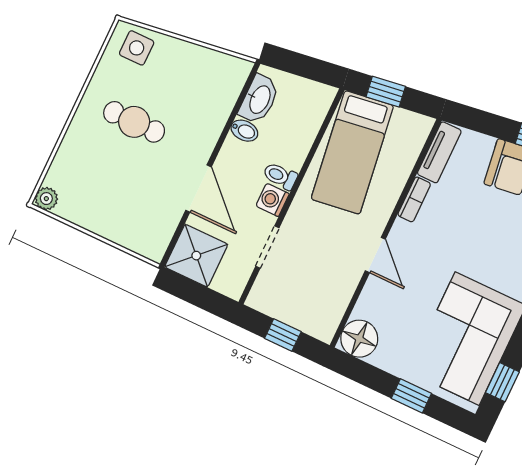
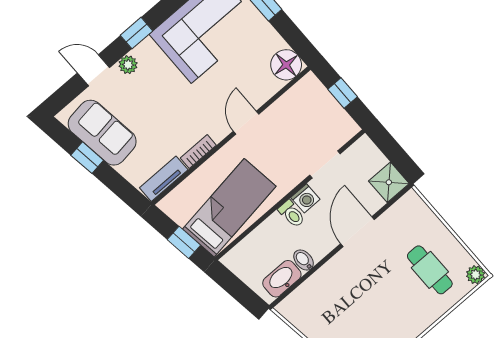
cafe table: (134, 122) -> (430, 270), moved
shower: (196, 256) -> (389, 182), width x0.73, depth x0.73

